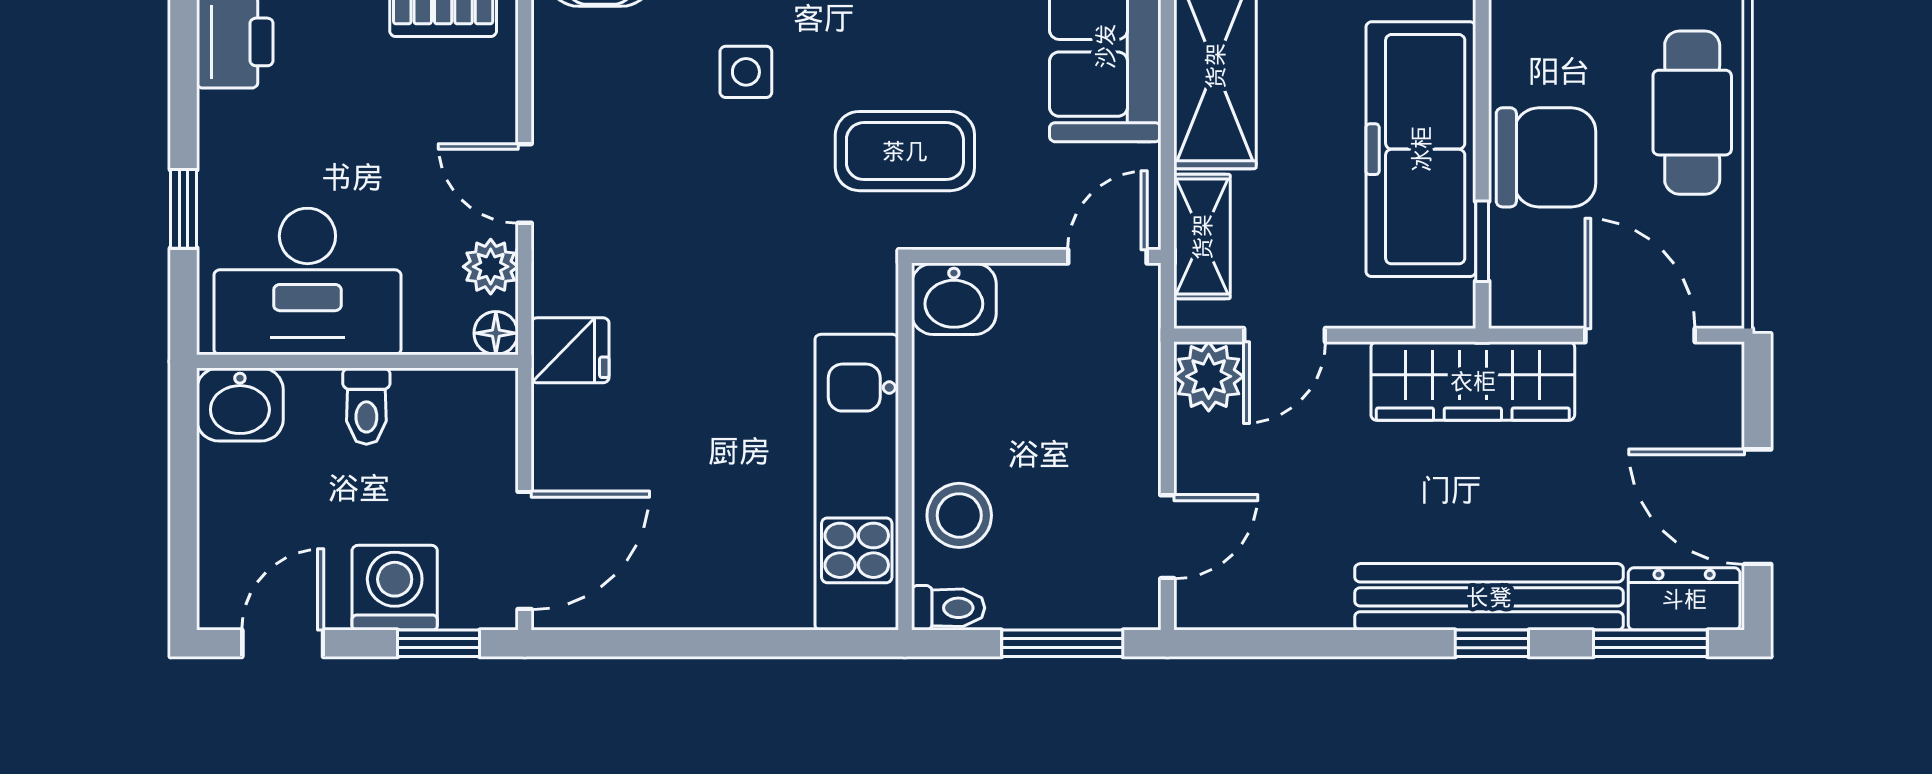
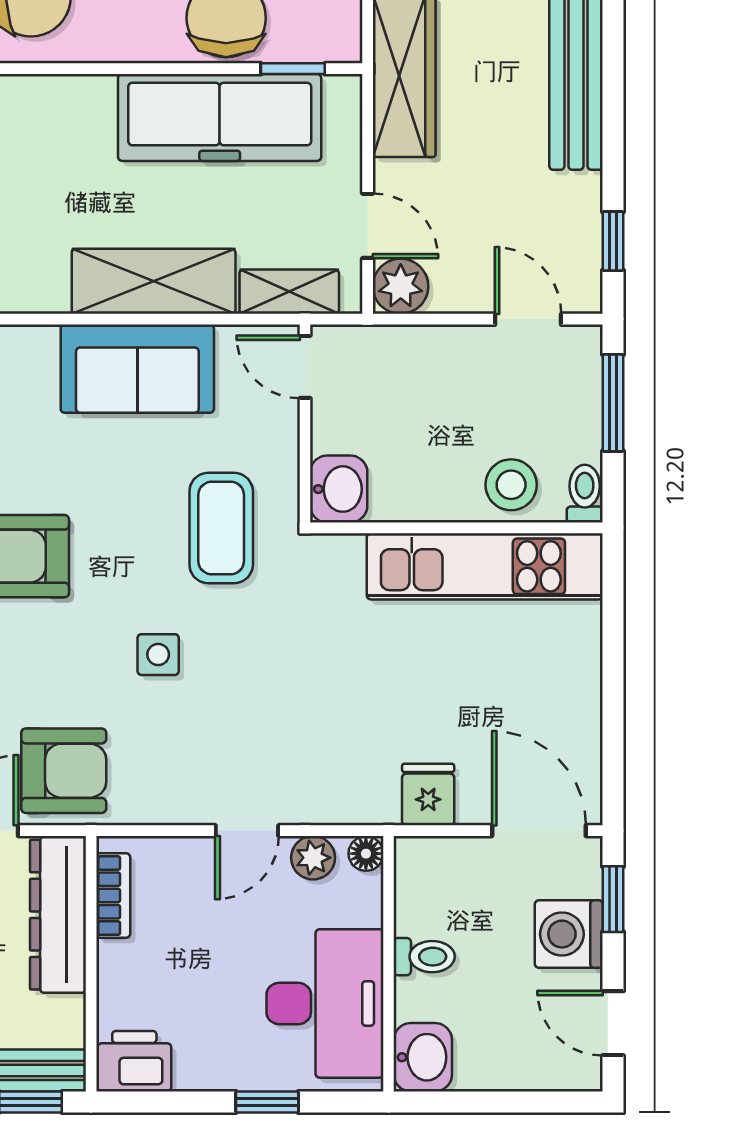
fridge: (570, 350) -> (428, 794), moved
window: (1492, 643) -> (613, 241), moved

